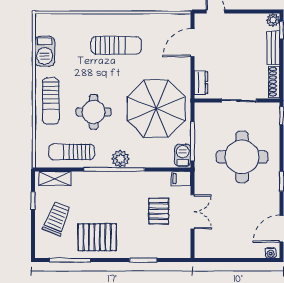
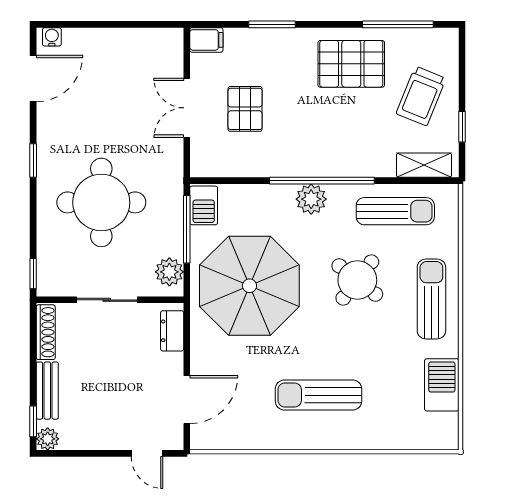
round table: (94, 112) -> (357, 280), turned 38
plant: (203, 117) -> (169, 272), added
filing cabinet: (181, 179) -> (206, 40), moved

